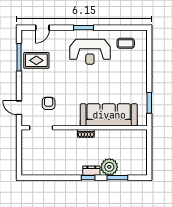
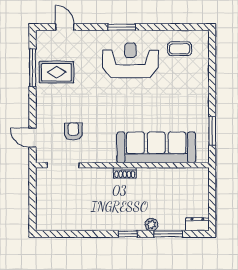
door: (42, 28) -> (65, 27), swing flipped
reception desk: (90, 52) -> (130, 60), turned 180
plant: (109, 167) -> (151, 225), width x0.53, depth x0.53
dresser: (91, 171) -> (197, 224), moved

